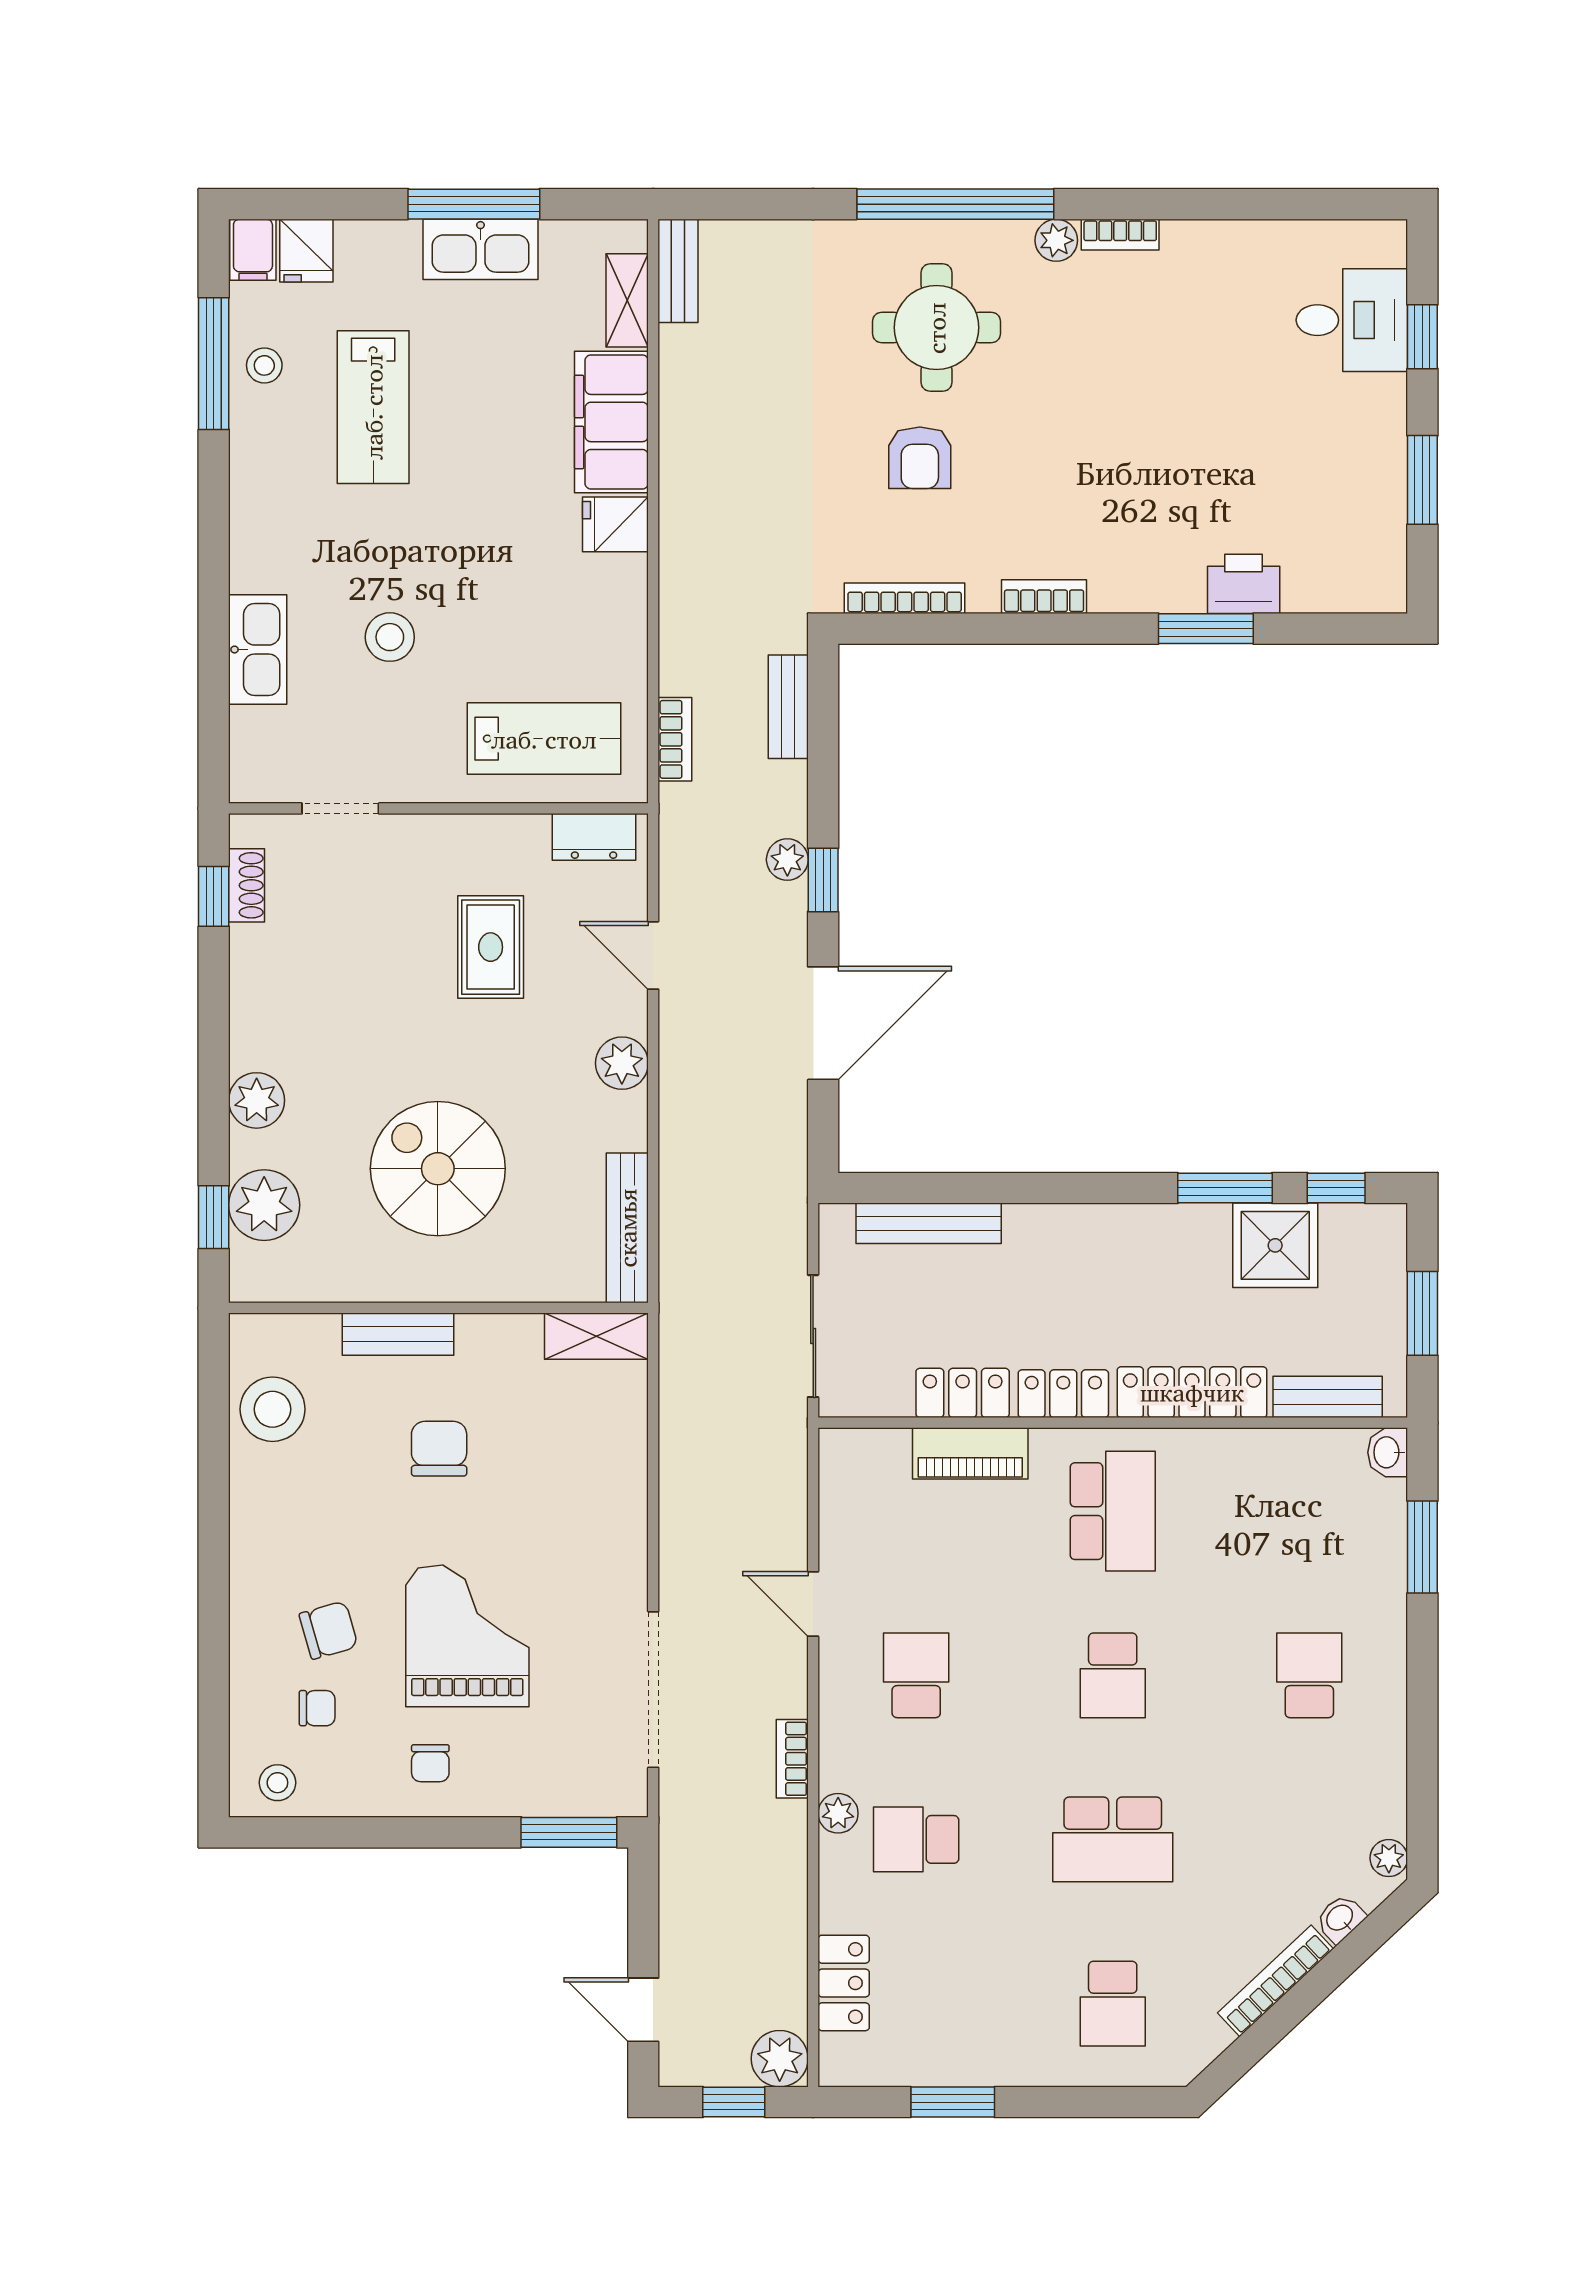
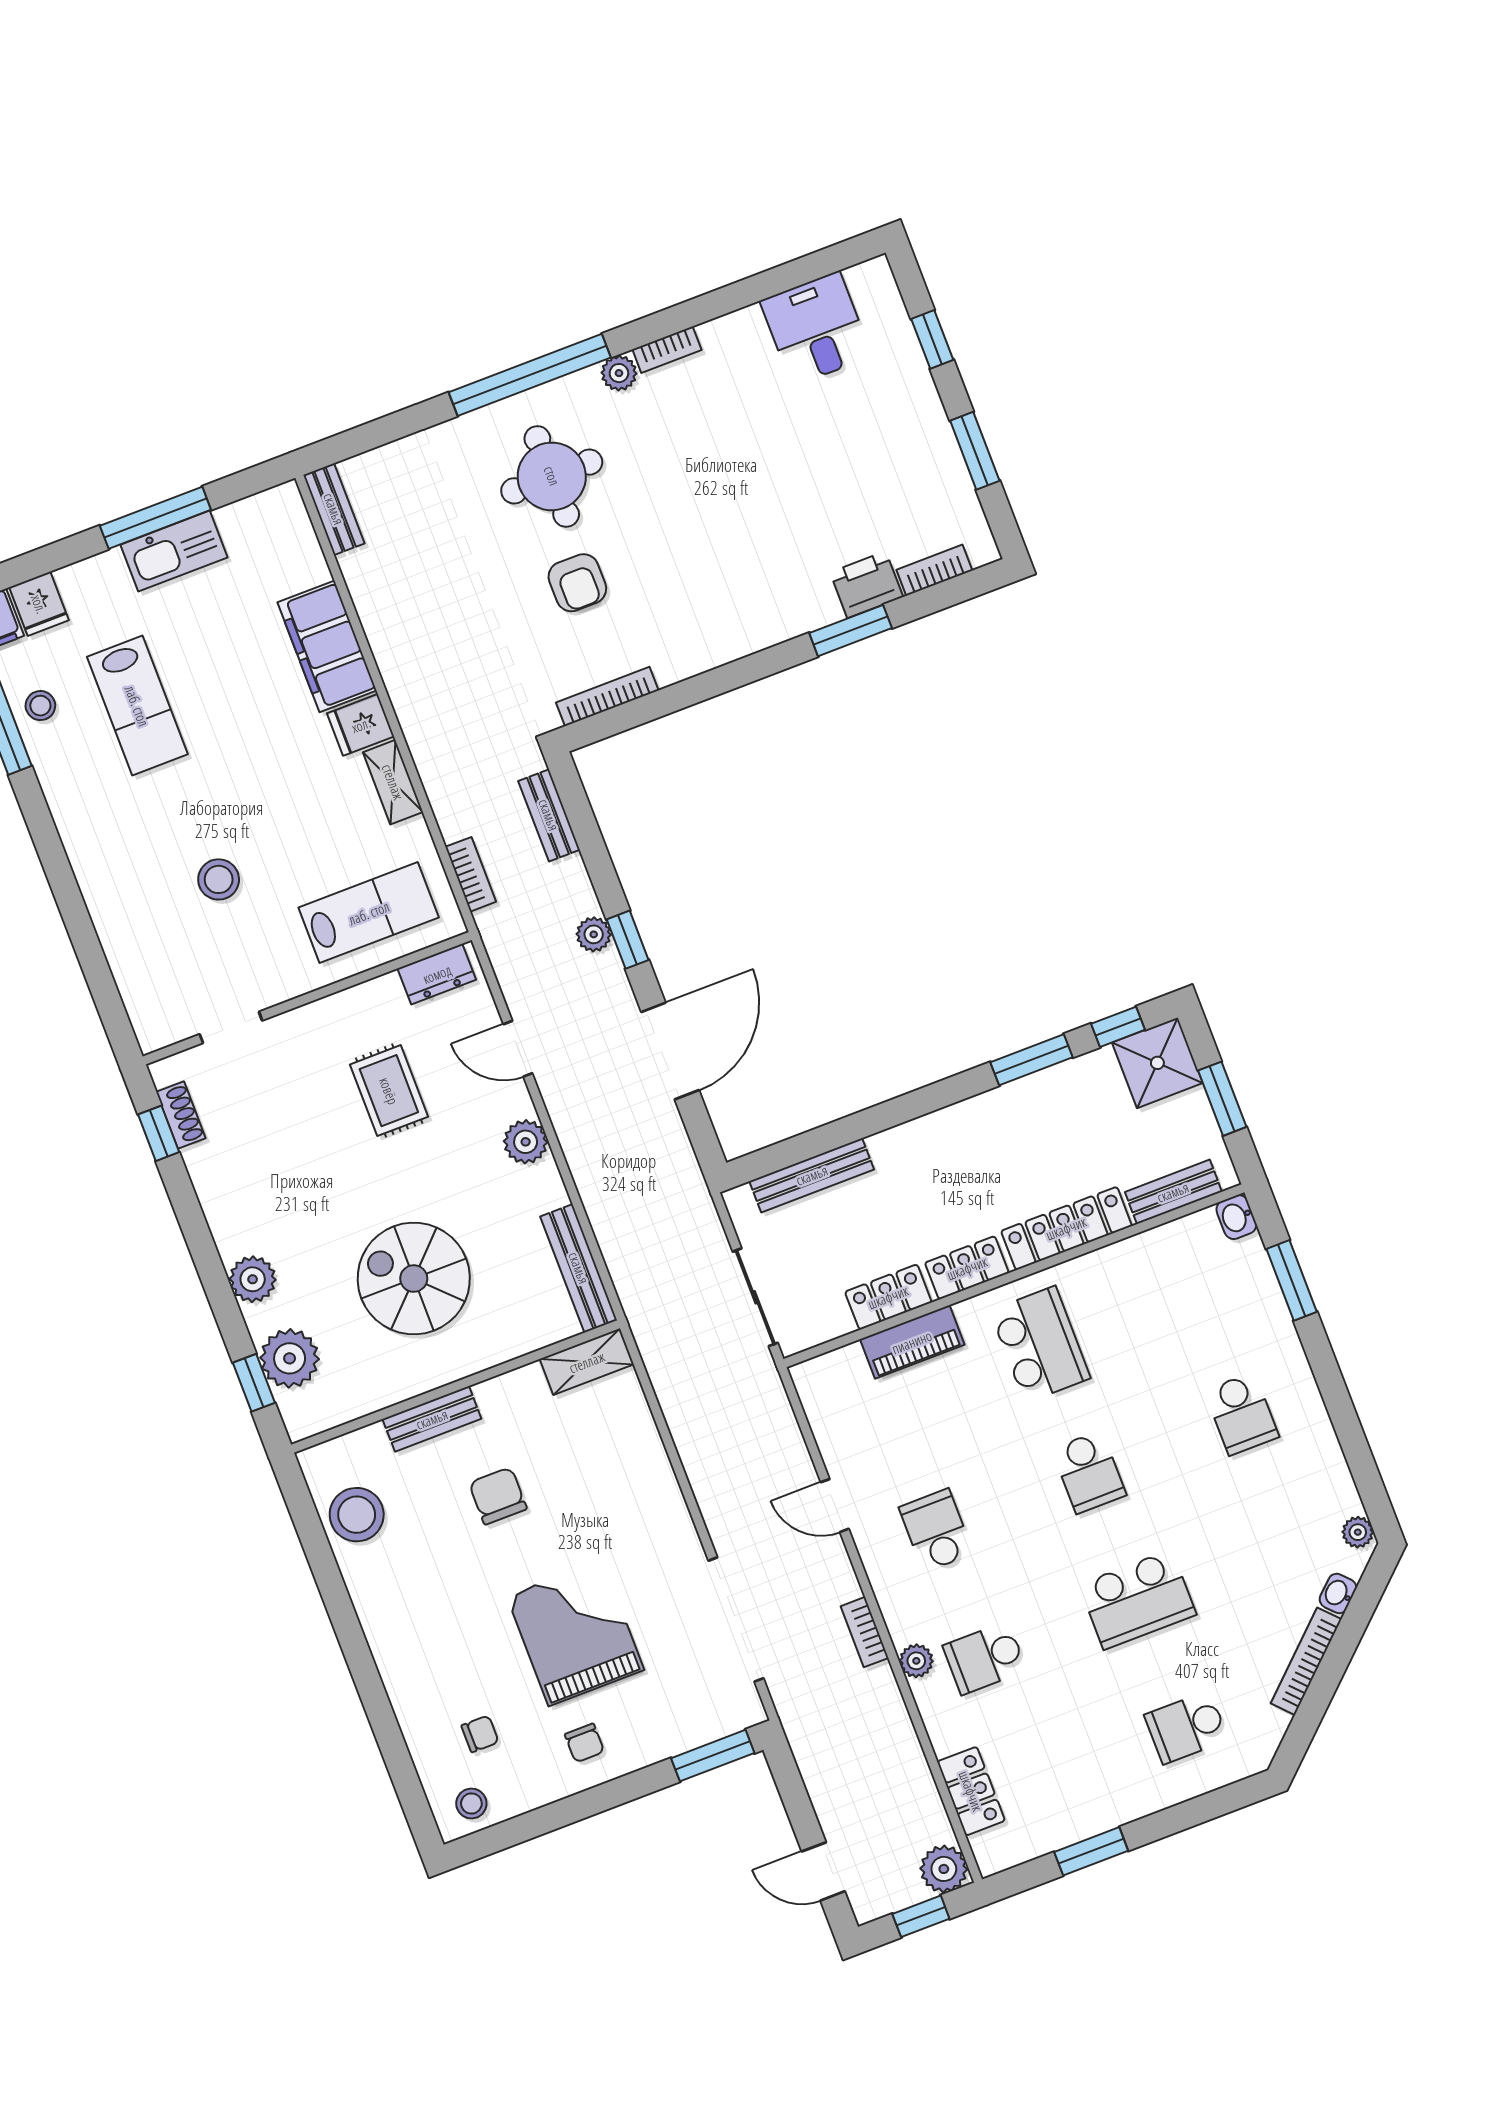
shelving: (627, 300) -> (393, 782), moved
desk: (1352, 320) -> (816, 329), moved, turned -90
bookcase: (1044, 597) -> (934, 570), moved
kitchen sink: (258, 650) -> (120, 928), removed
shower: (1275, 1245) -> (1157, 1063), moved
chair: (329, 1630) -> (466, 1670), removed
school desk: (1309, 1675) -> (1242, 1414), turned 180
school desk: (1113, 2004) -> (1186, 1727), turned 90

